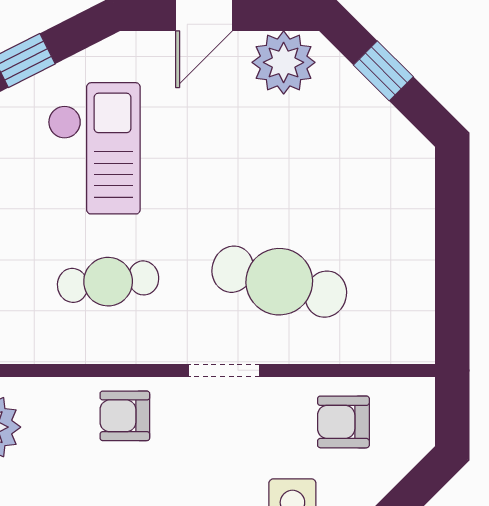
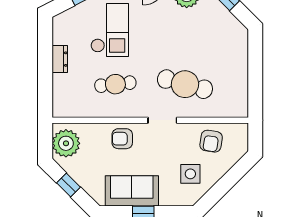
armchair: (343, 422) -> (211, 141), turned -81

